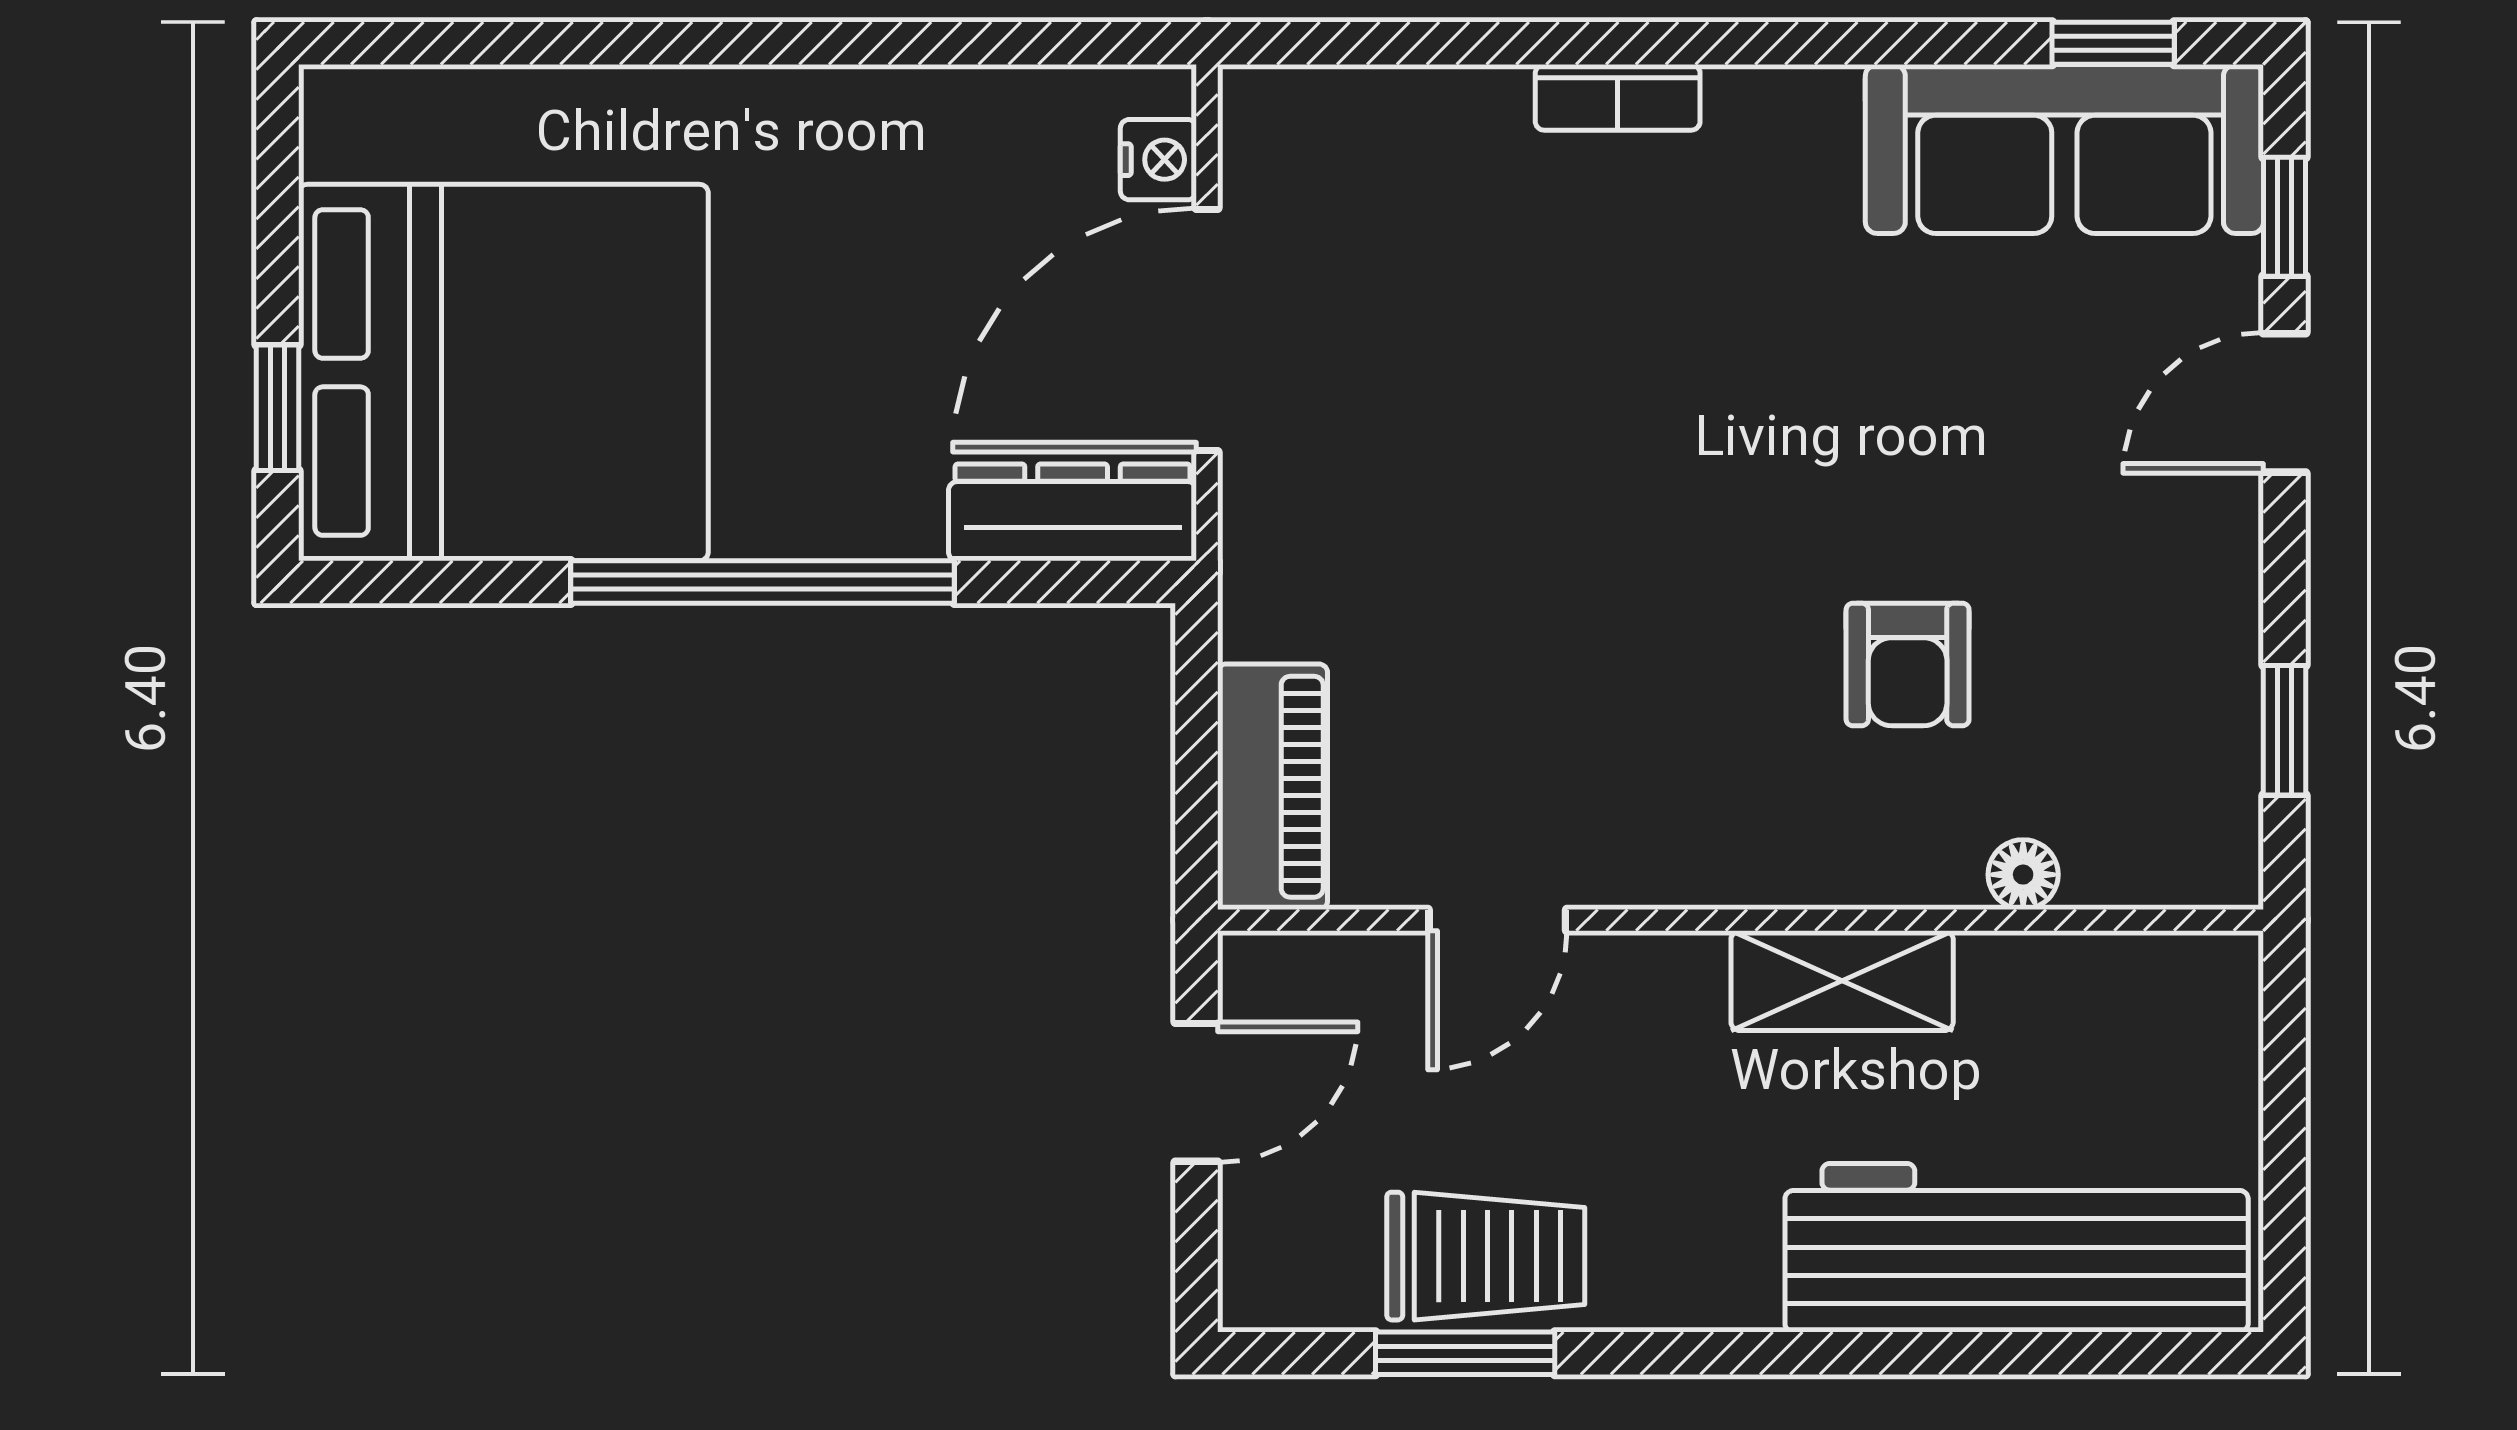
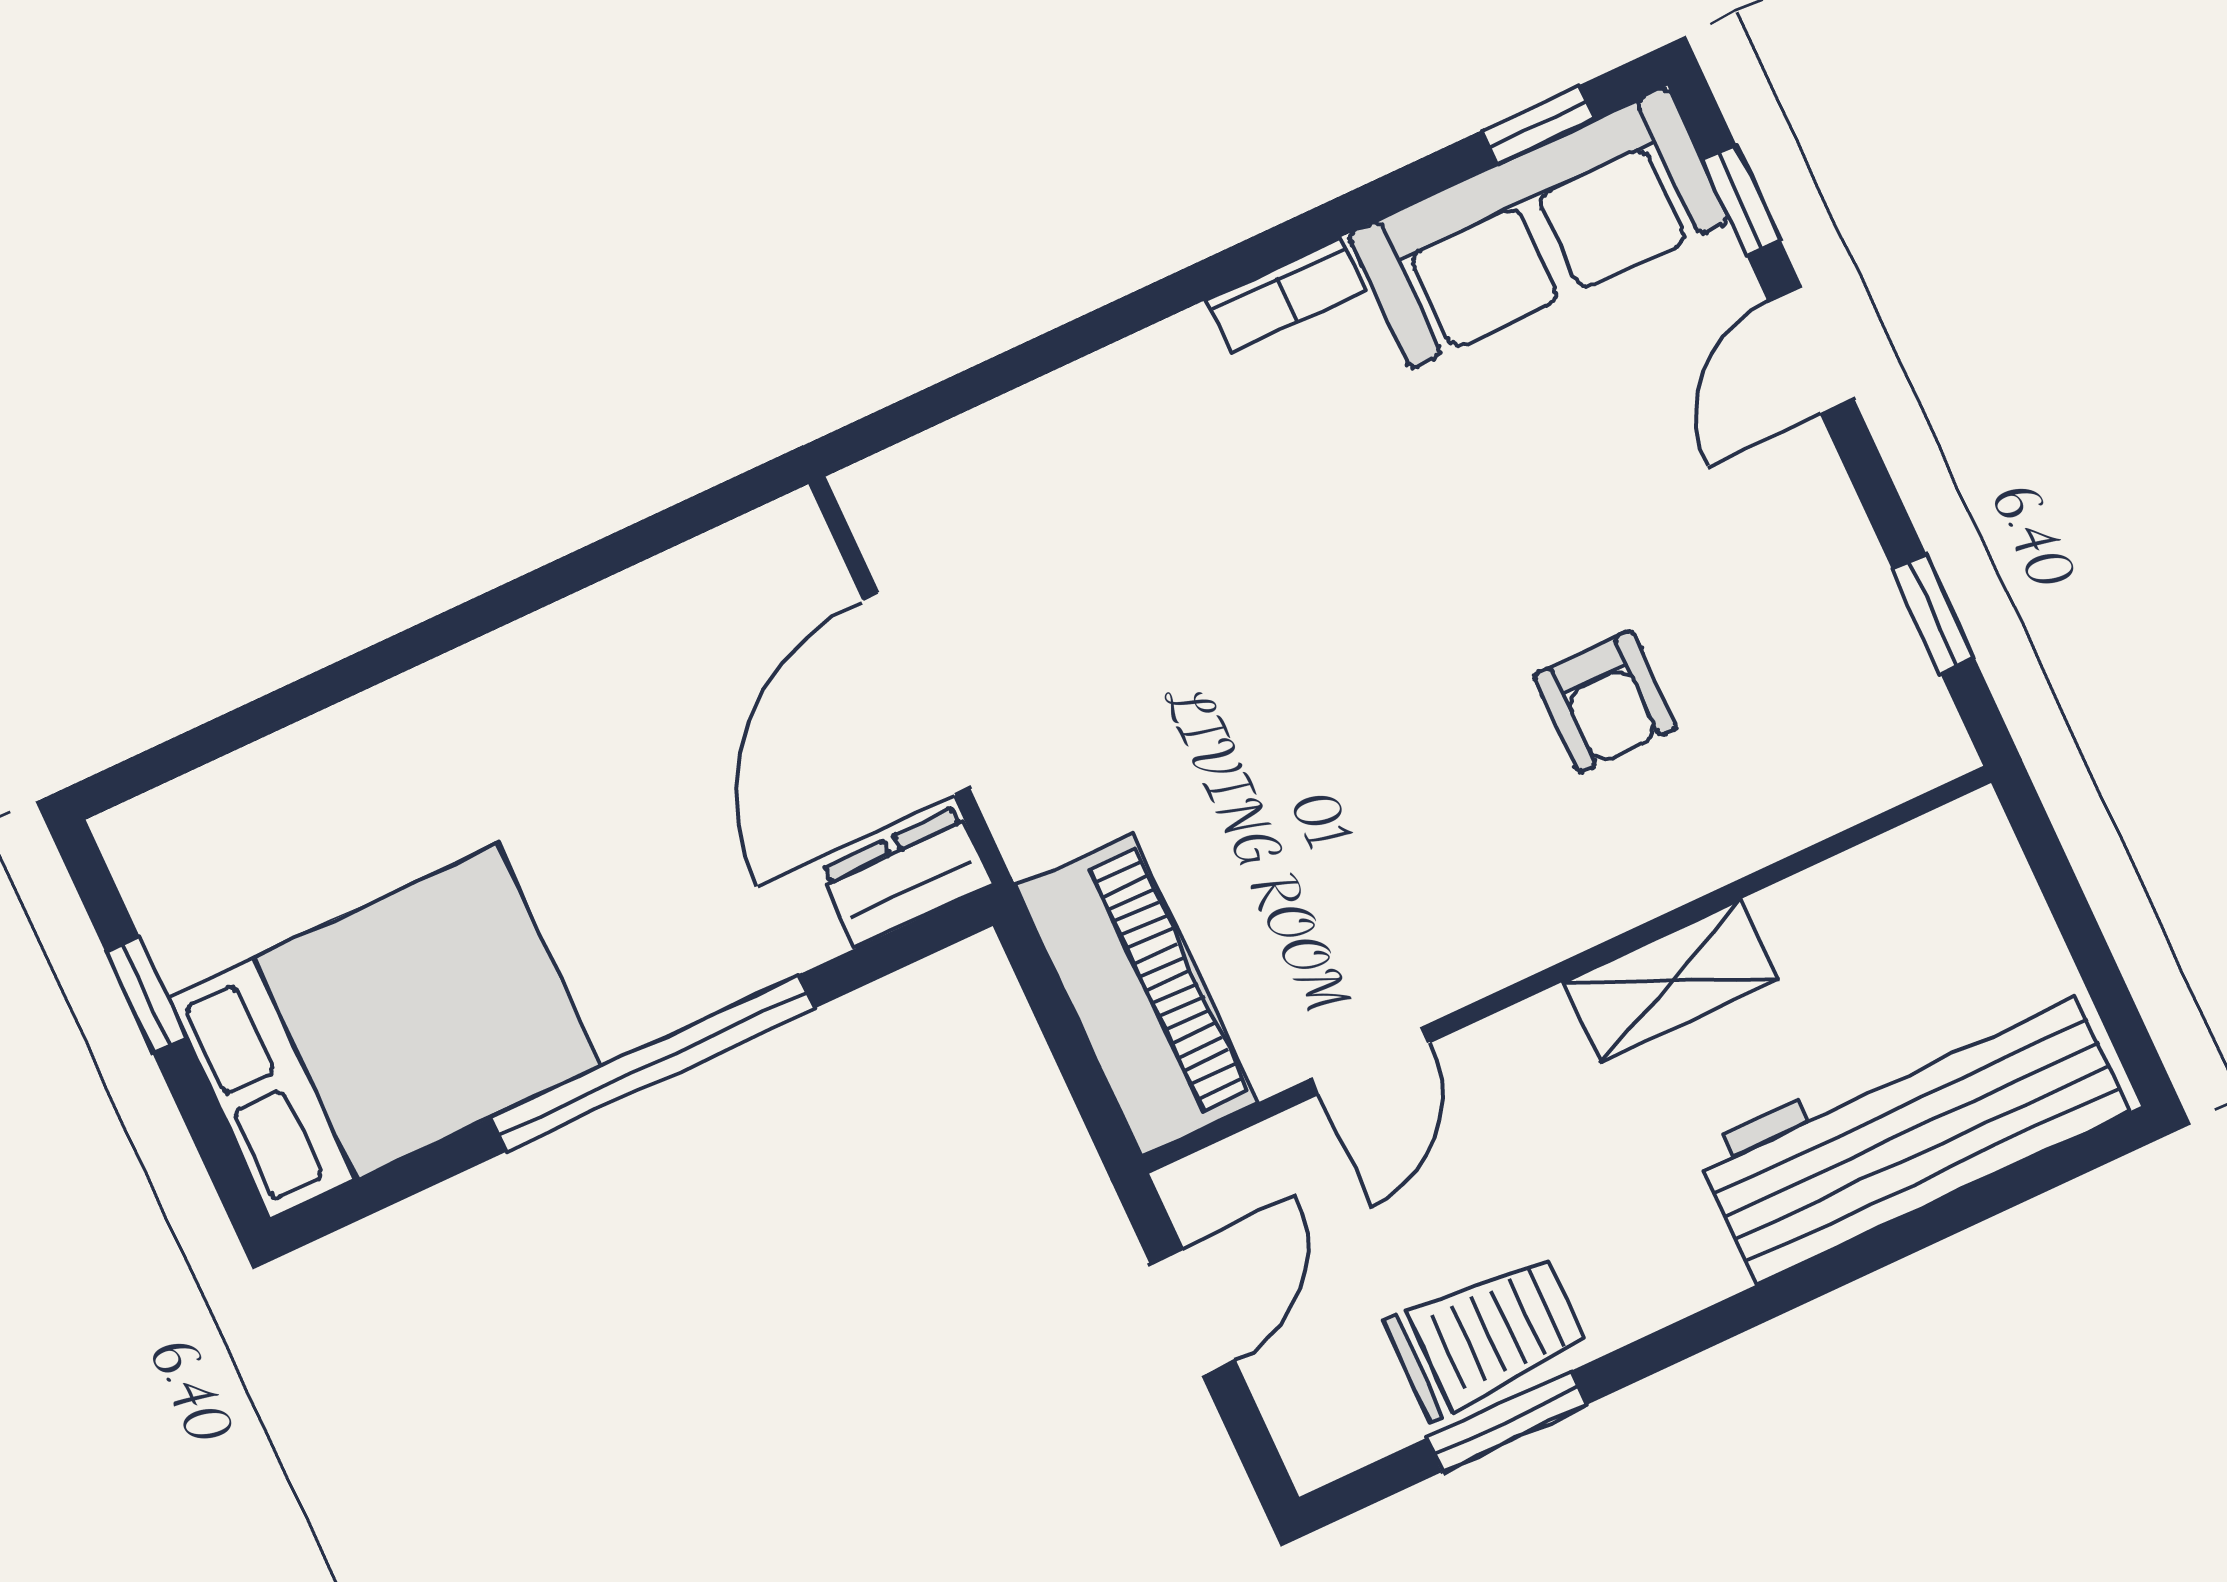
bookcase: (1618, 97) -> (1286, 295), moved
nightstand: (1158, 160) -> (813, 575), removed
bed: (503, 373) -> (384, 1032), width x0.73
window: (277, 408) -> (146, 995), moved
dresser: (1073, 512) -> (906, 877), width x0.70
piano: (1273, 787) -> (1137, 994), width x1.37, depth x1.33
floor lamp: (2023, 875) -> (1777, 828), removed

